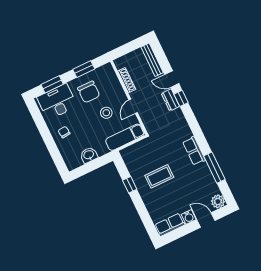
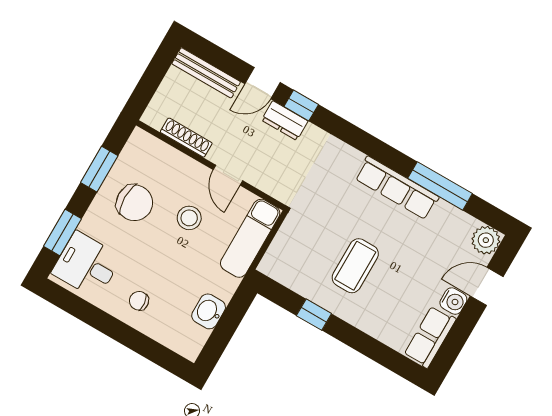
desk: (57, 102) -> (87, 265), width x0.73
row of seats: (194, 151) -> (397, 188), width x1.48

